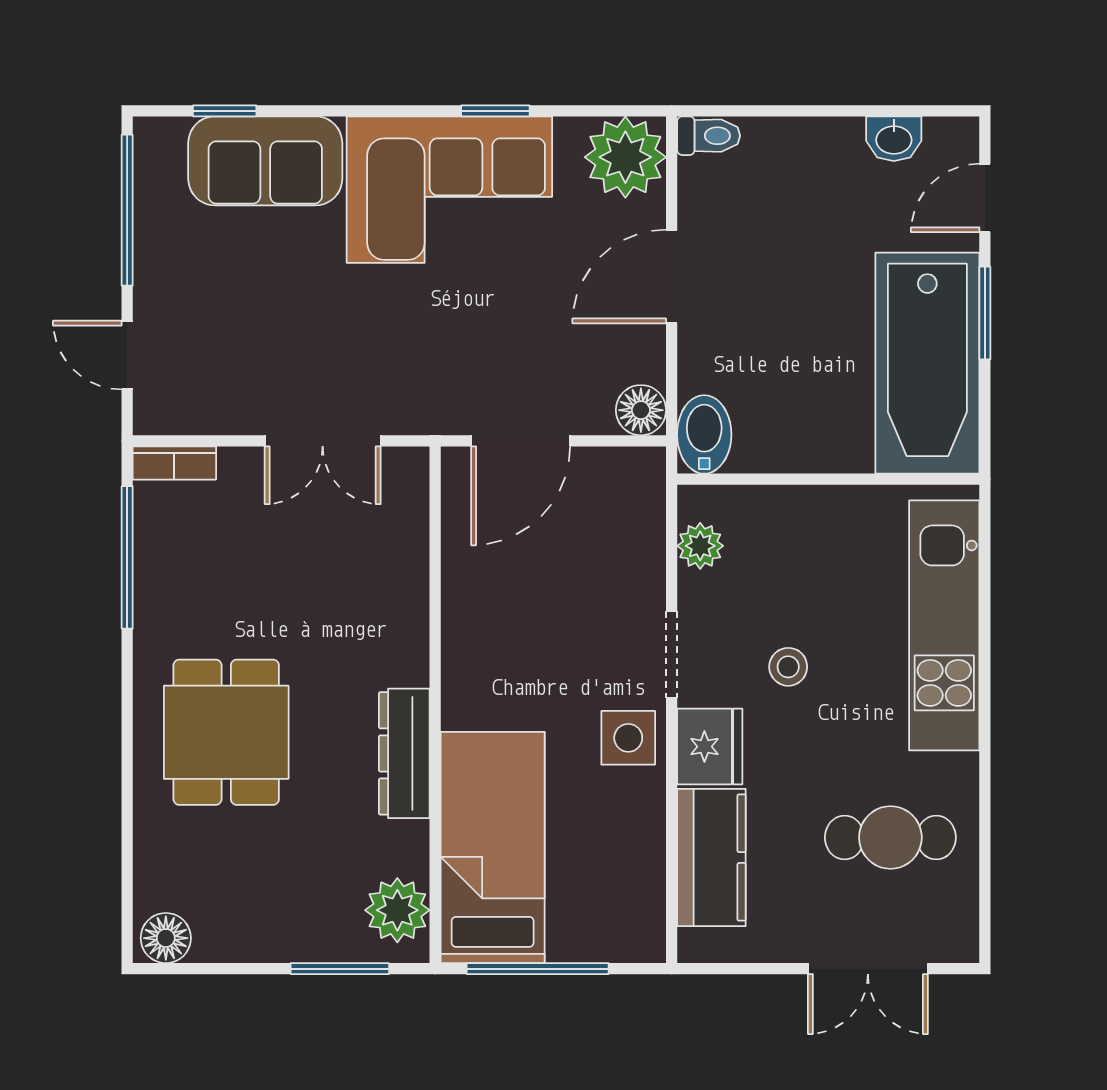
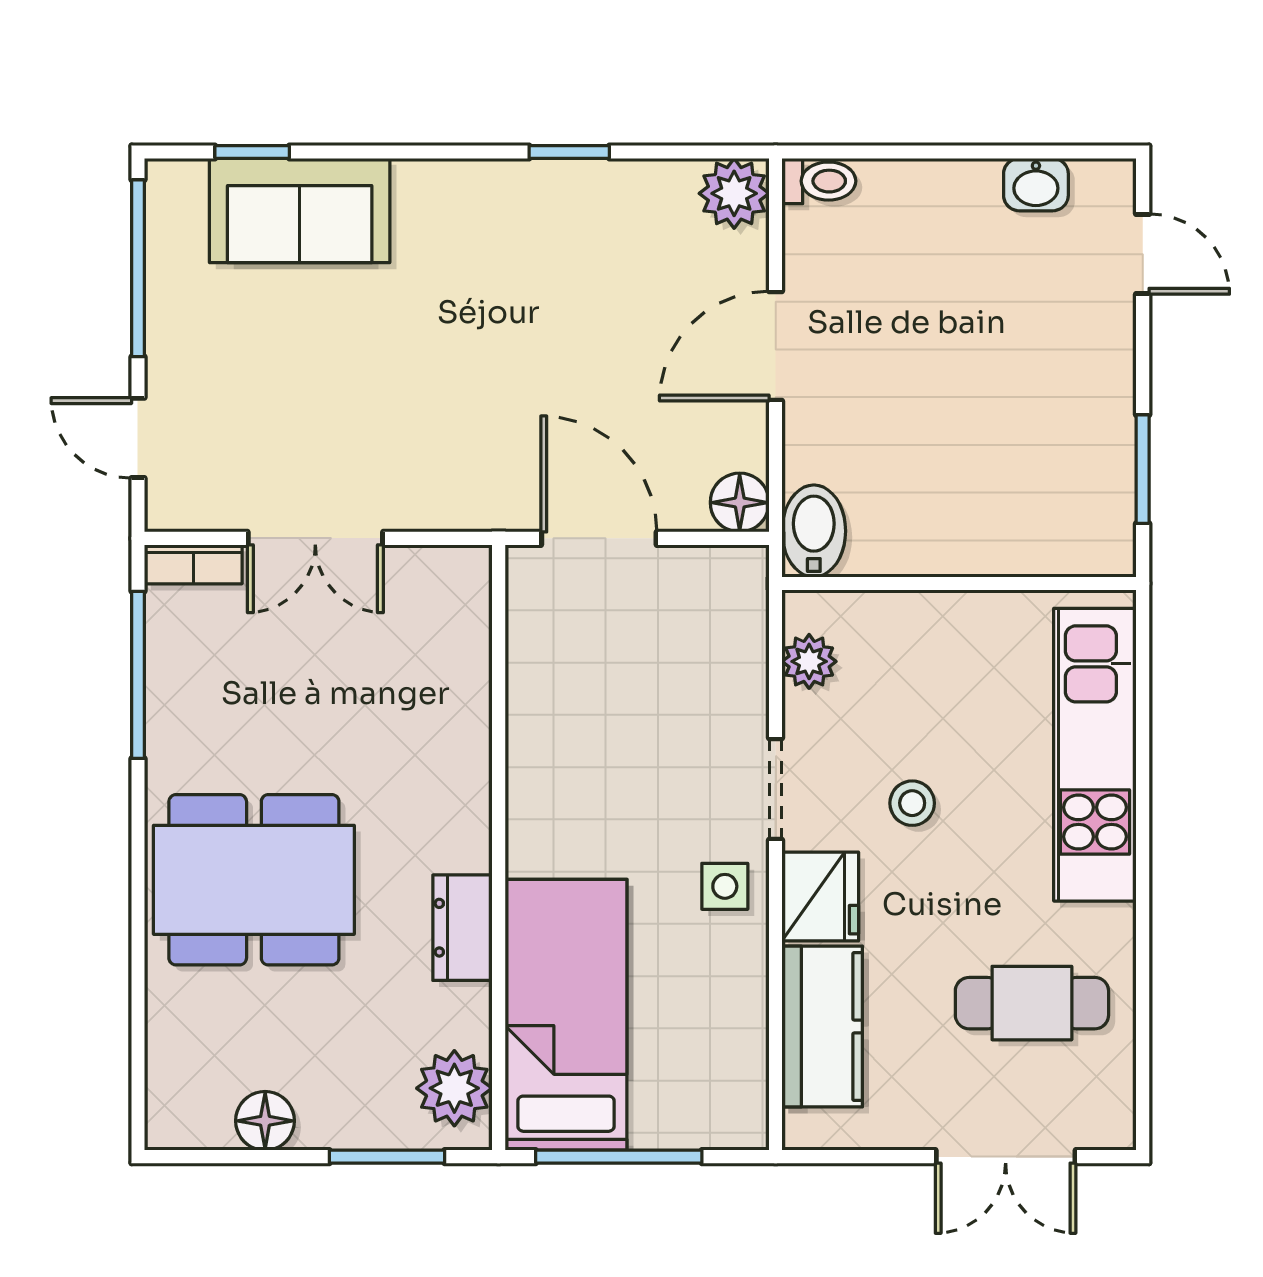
plant: (625, 157) -> (734, 193), width x0.73, depth x0.73
corner sofa: (449, 190) -> (515, 244), removed
door: (985, 198) -> (1143, 254), swing flipped
window: (985, 313) -> (1143, 469), moved
bathtub: (927, 363) -> (1075, 448), removed
double door: (323, 441) -> (315, 538), moved
door: (521, 441) -> (599, 538), swing flipped
dining table: (226, 732) -> (254, 880), width x1.38
side table: (628, 738) -> (725, 886), width x0.73, depth x0.73
dresser: (404, 753) -> (462, 928), width x0.70
floor lamp: (166, 938) -> (265, 1121), moved

